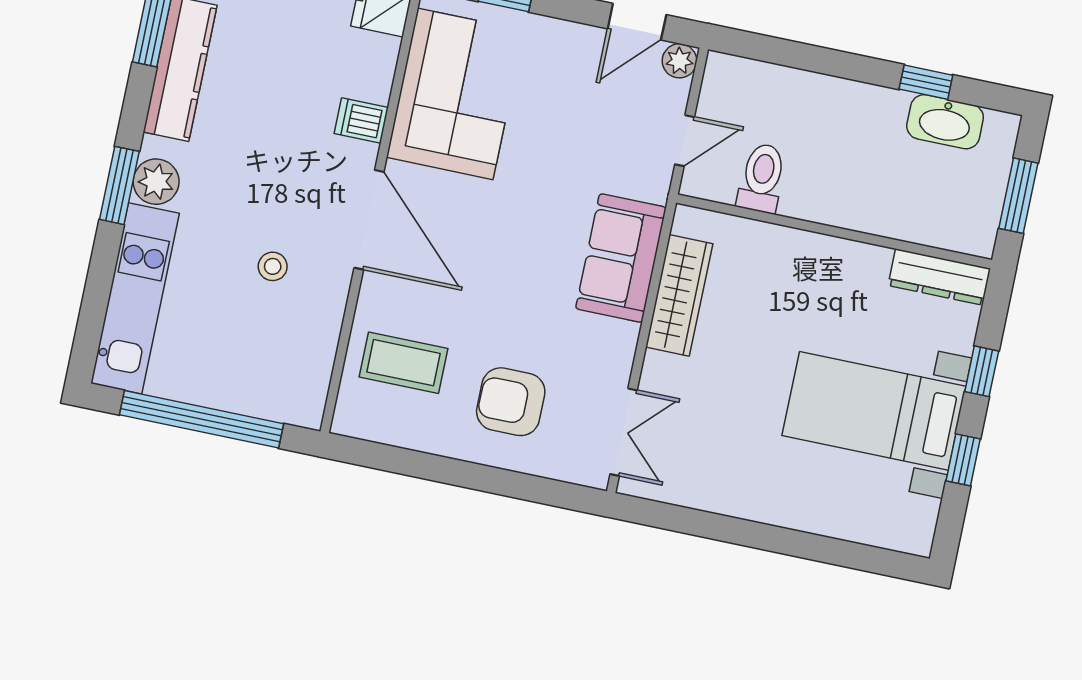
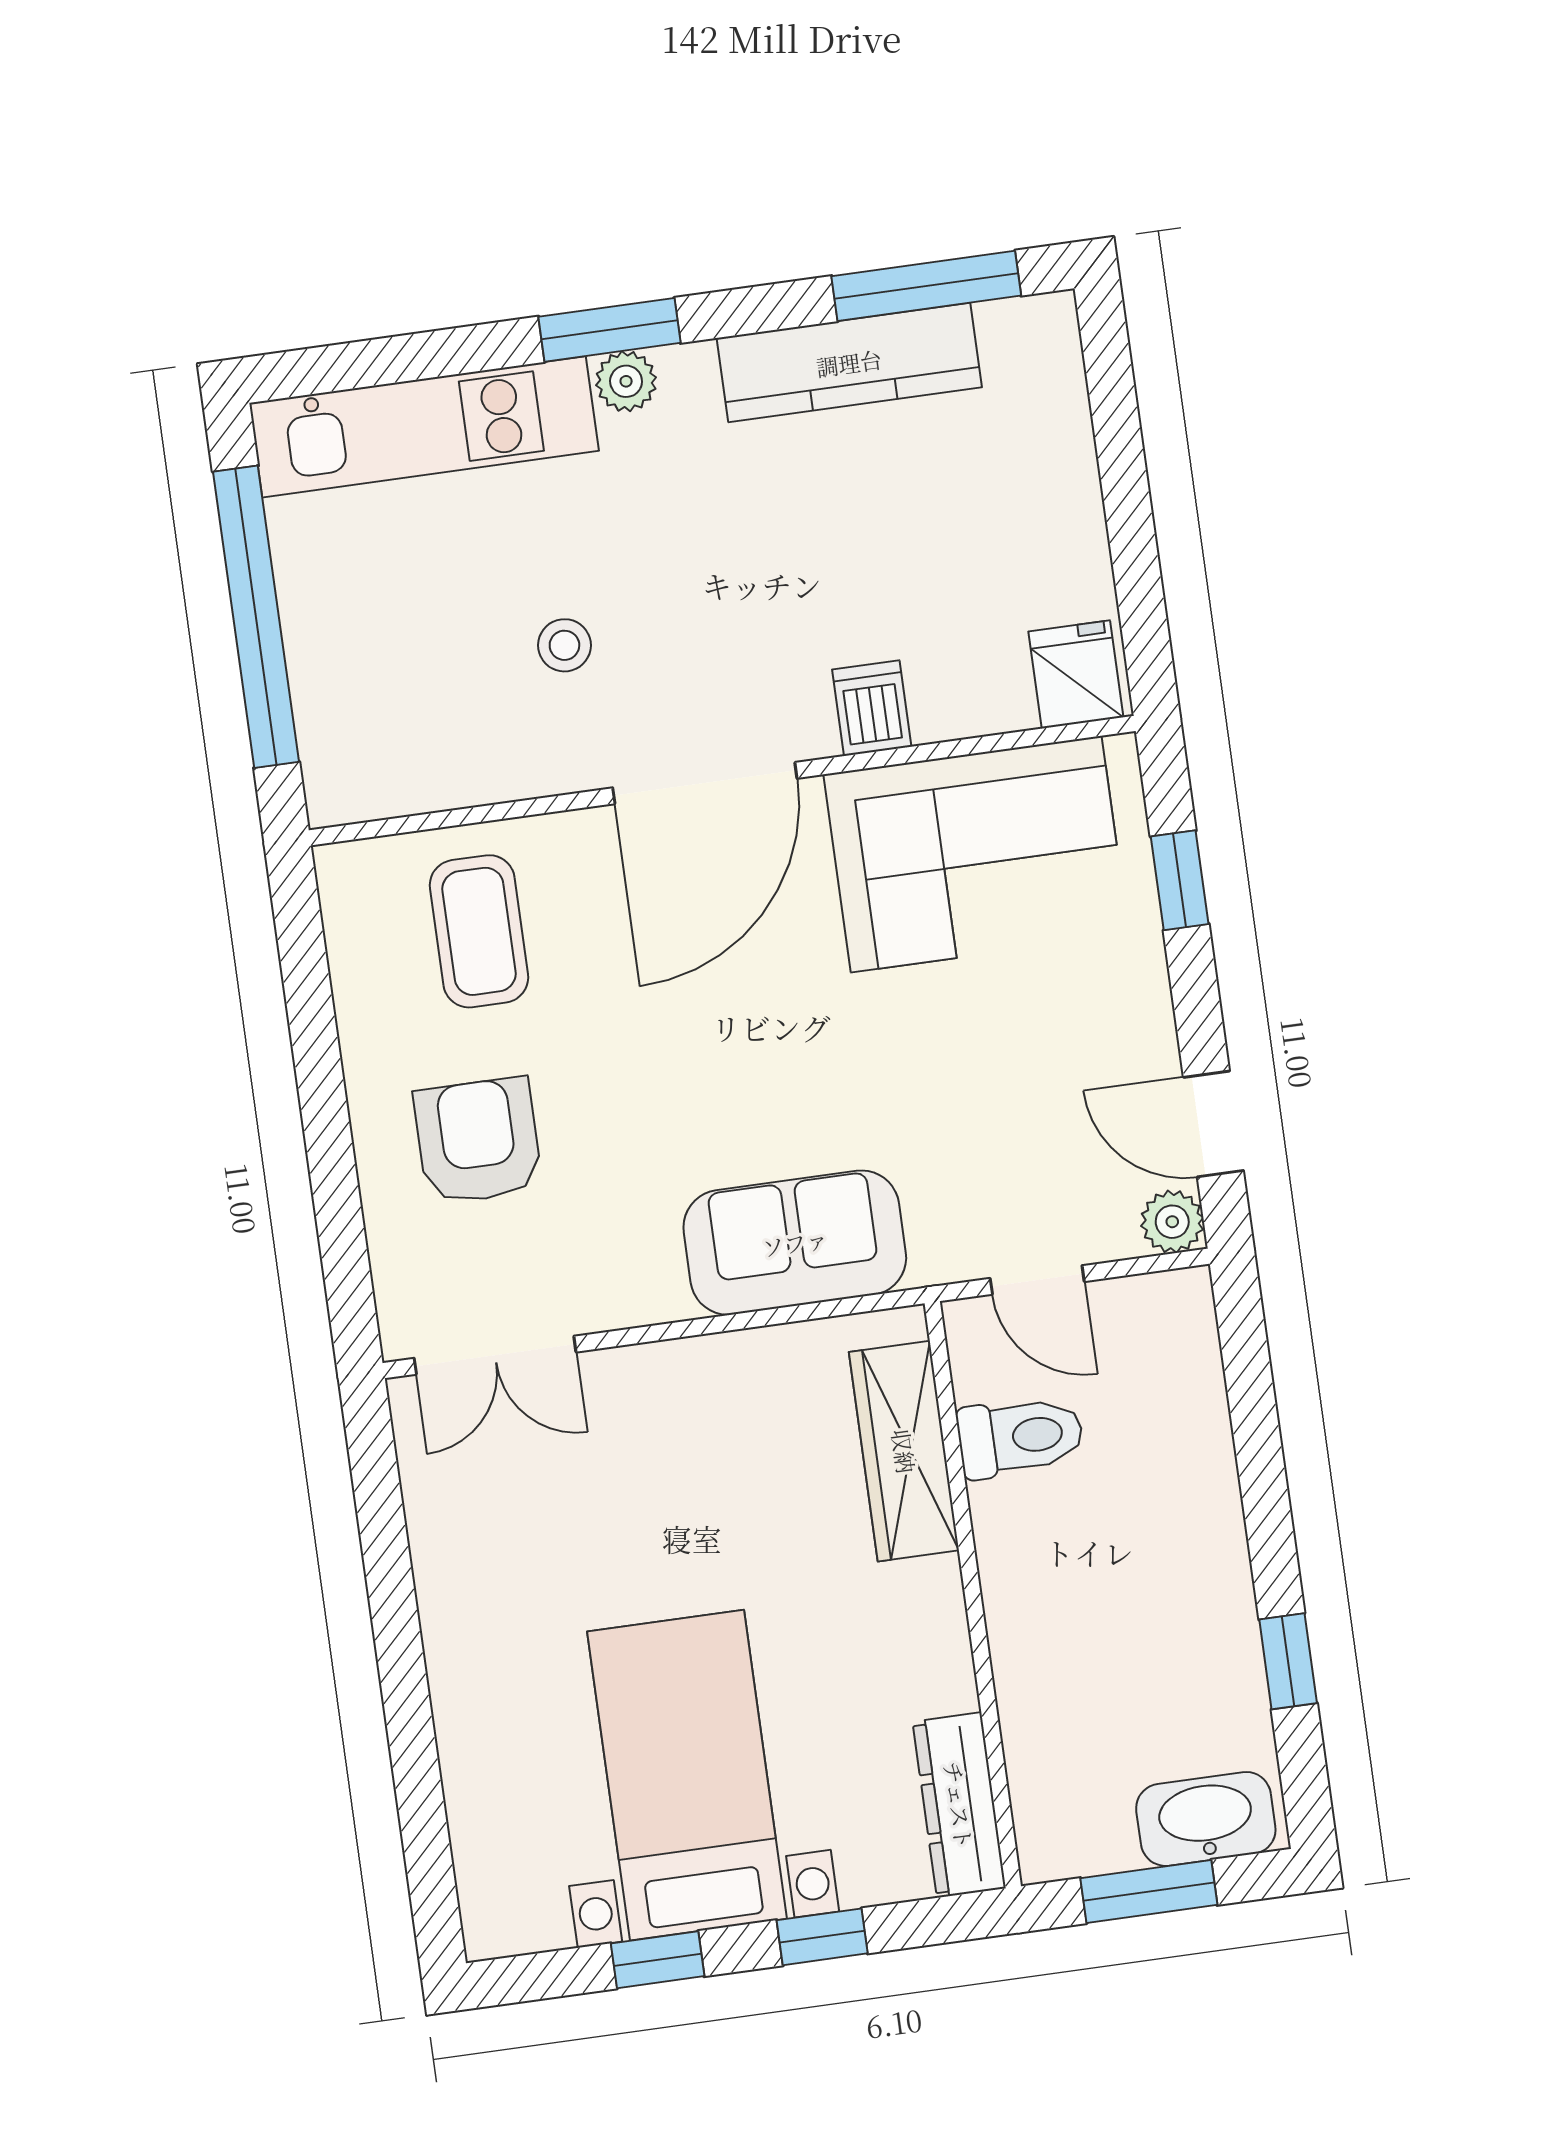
washbasin: (945, 122) -> (1206, 1819), moved, turned 90
plant: (156, 182) -> (626, 381), width x0.73, depth x0.73
wardrobe: (679, 295) -> (904, 1451), moved, turned 90

